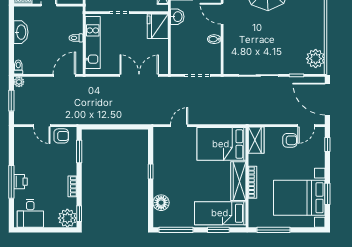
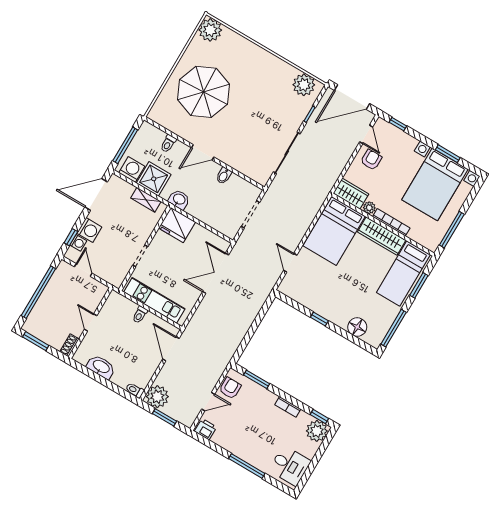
plant: (19, 82) -> (157, 397), width x1.88, depth x1.88
plant: (254, 160) -> (369, 208), added
printer: (20, 182) -> (206, 429), moved

